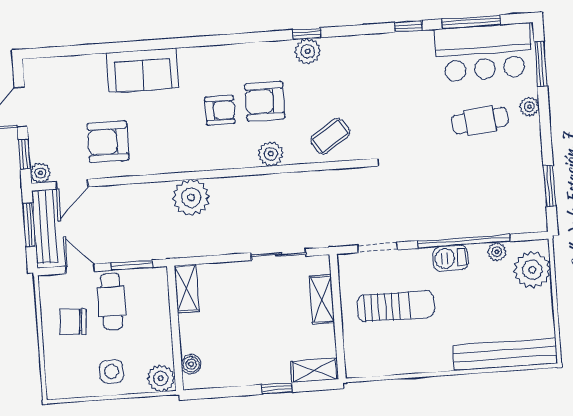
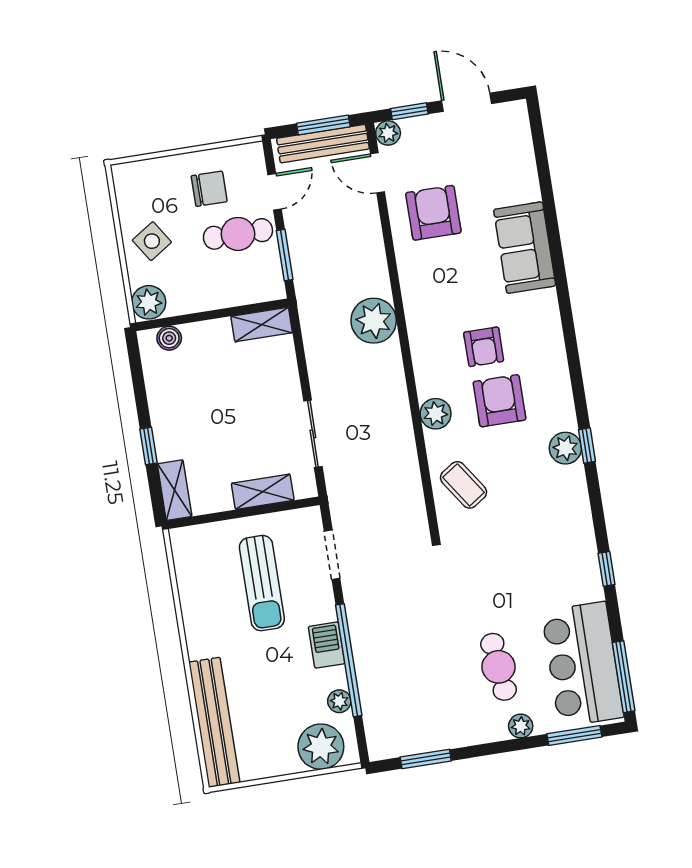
window: (471, 22) -> (624, 677), moved
chair: (73, 322) -> (209, 189), turned 85
side table: (111, 371) -> (152, 241), turned -33

